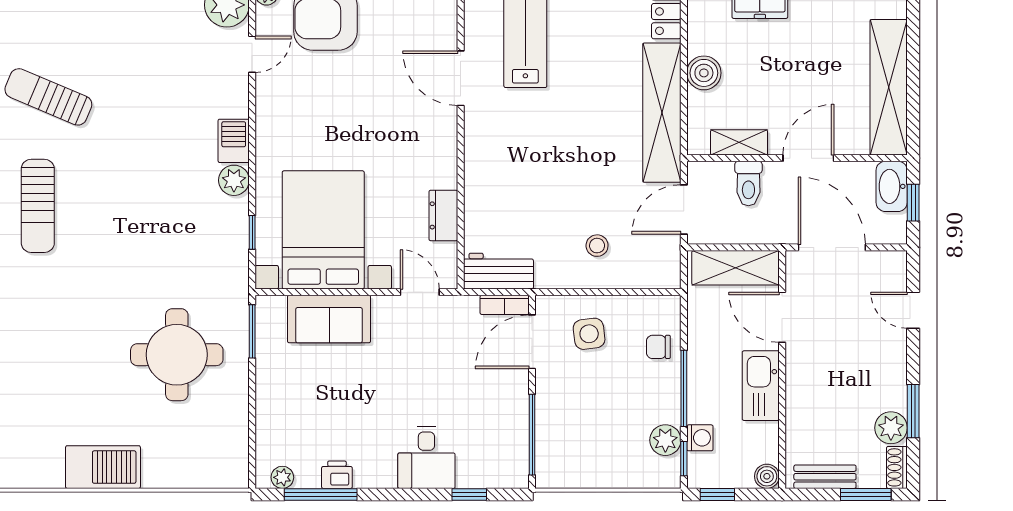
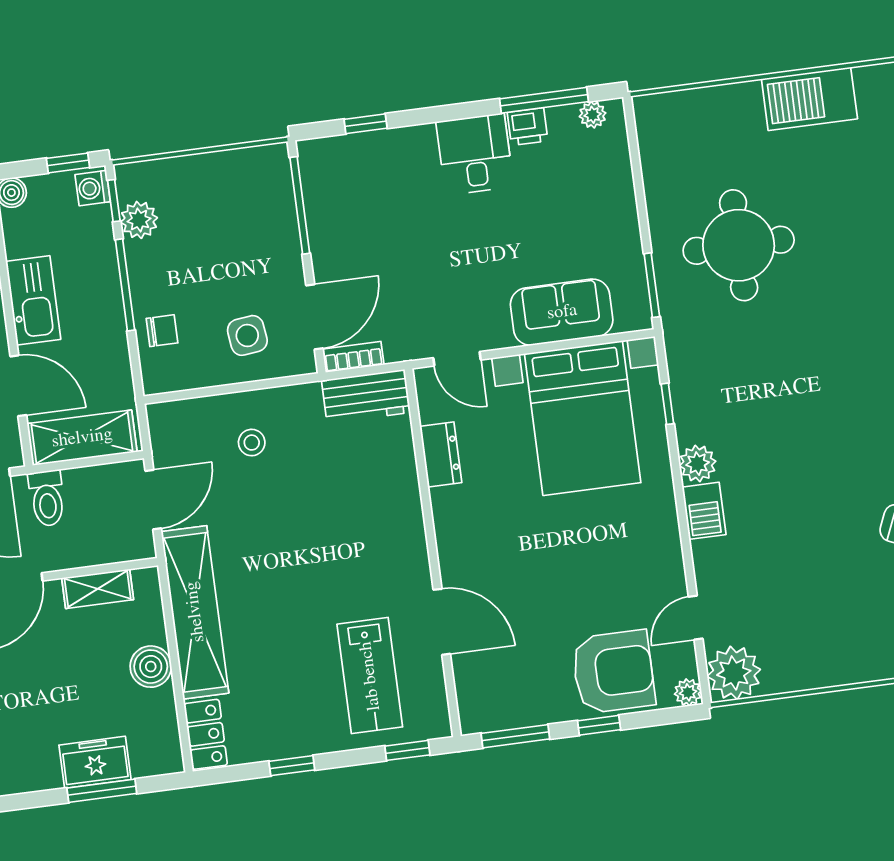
toilet: (748, 184) -> (47, 498), moved, turned 180
washing machine: (700, 438) -> (93, 188), moved
desk: (426, 458) -> (475, 154), moved

